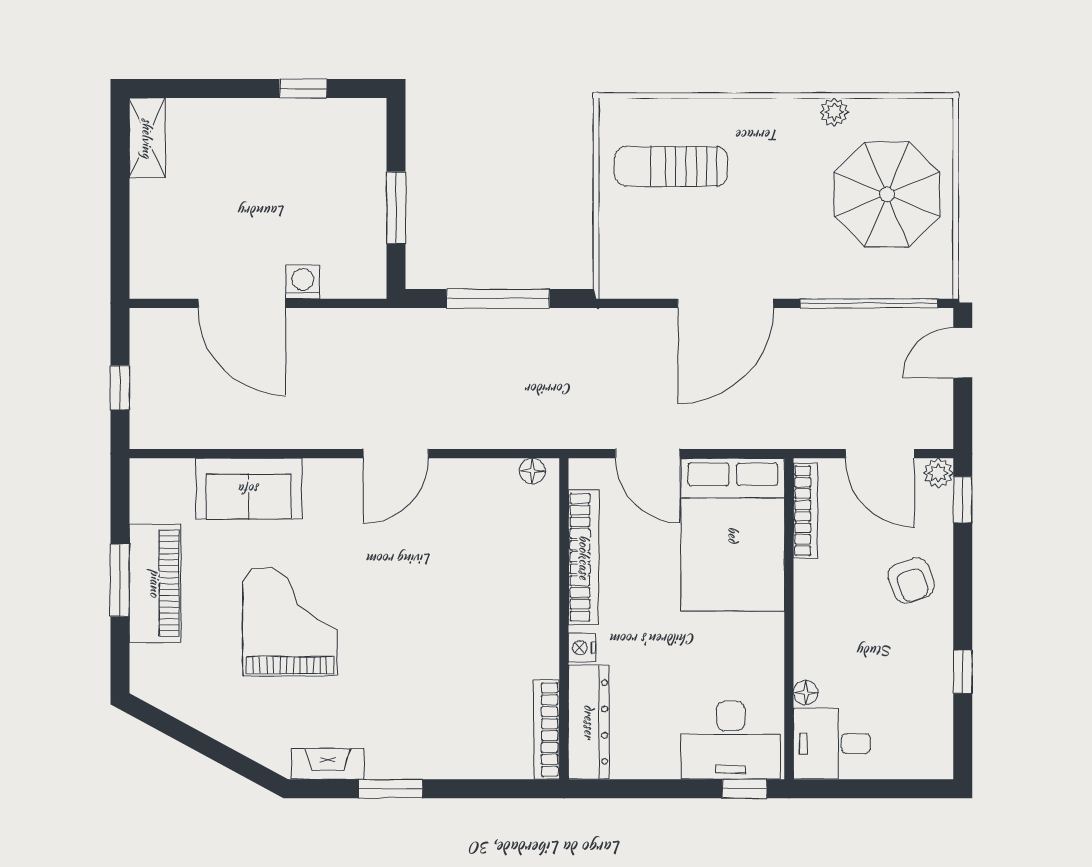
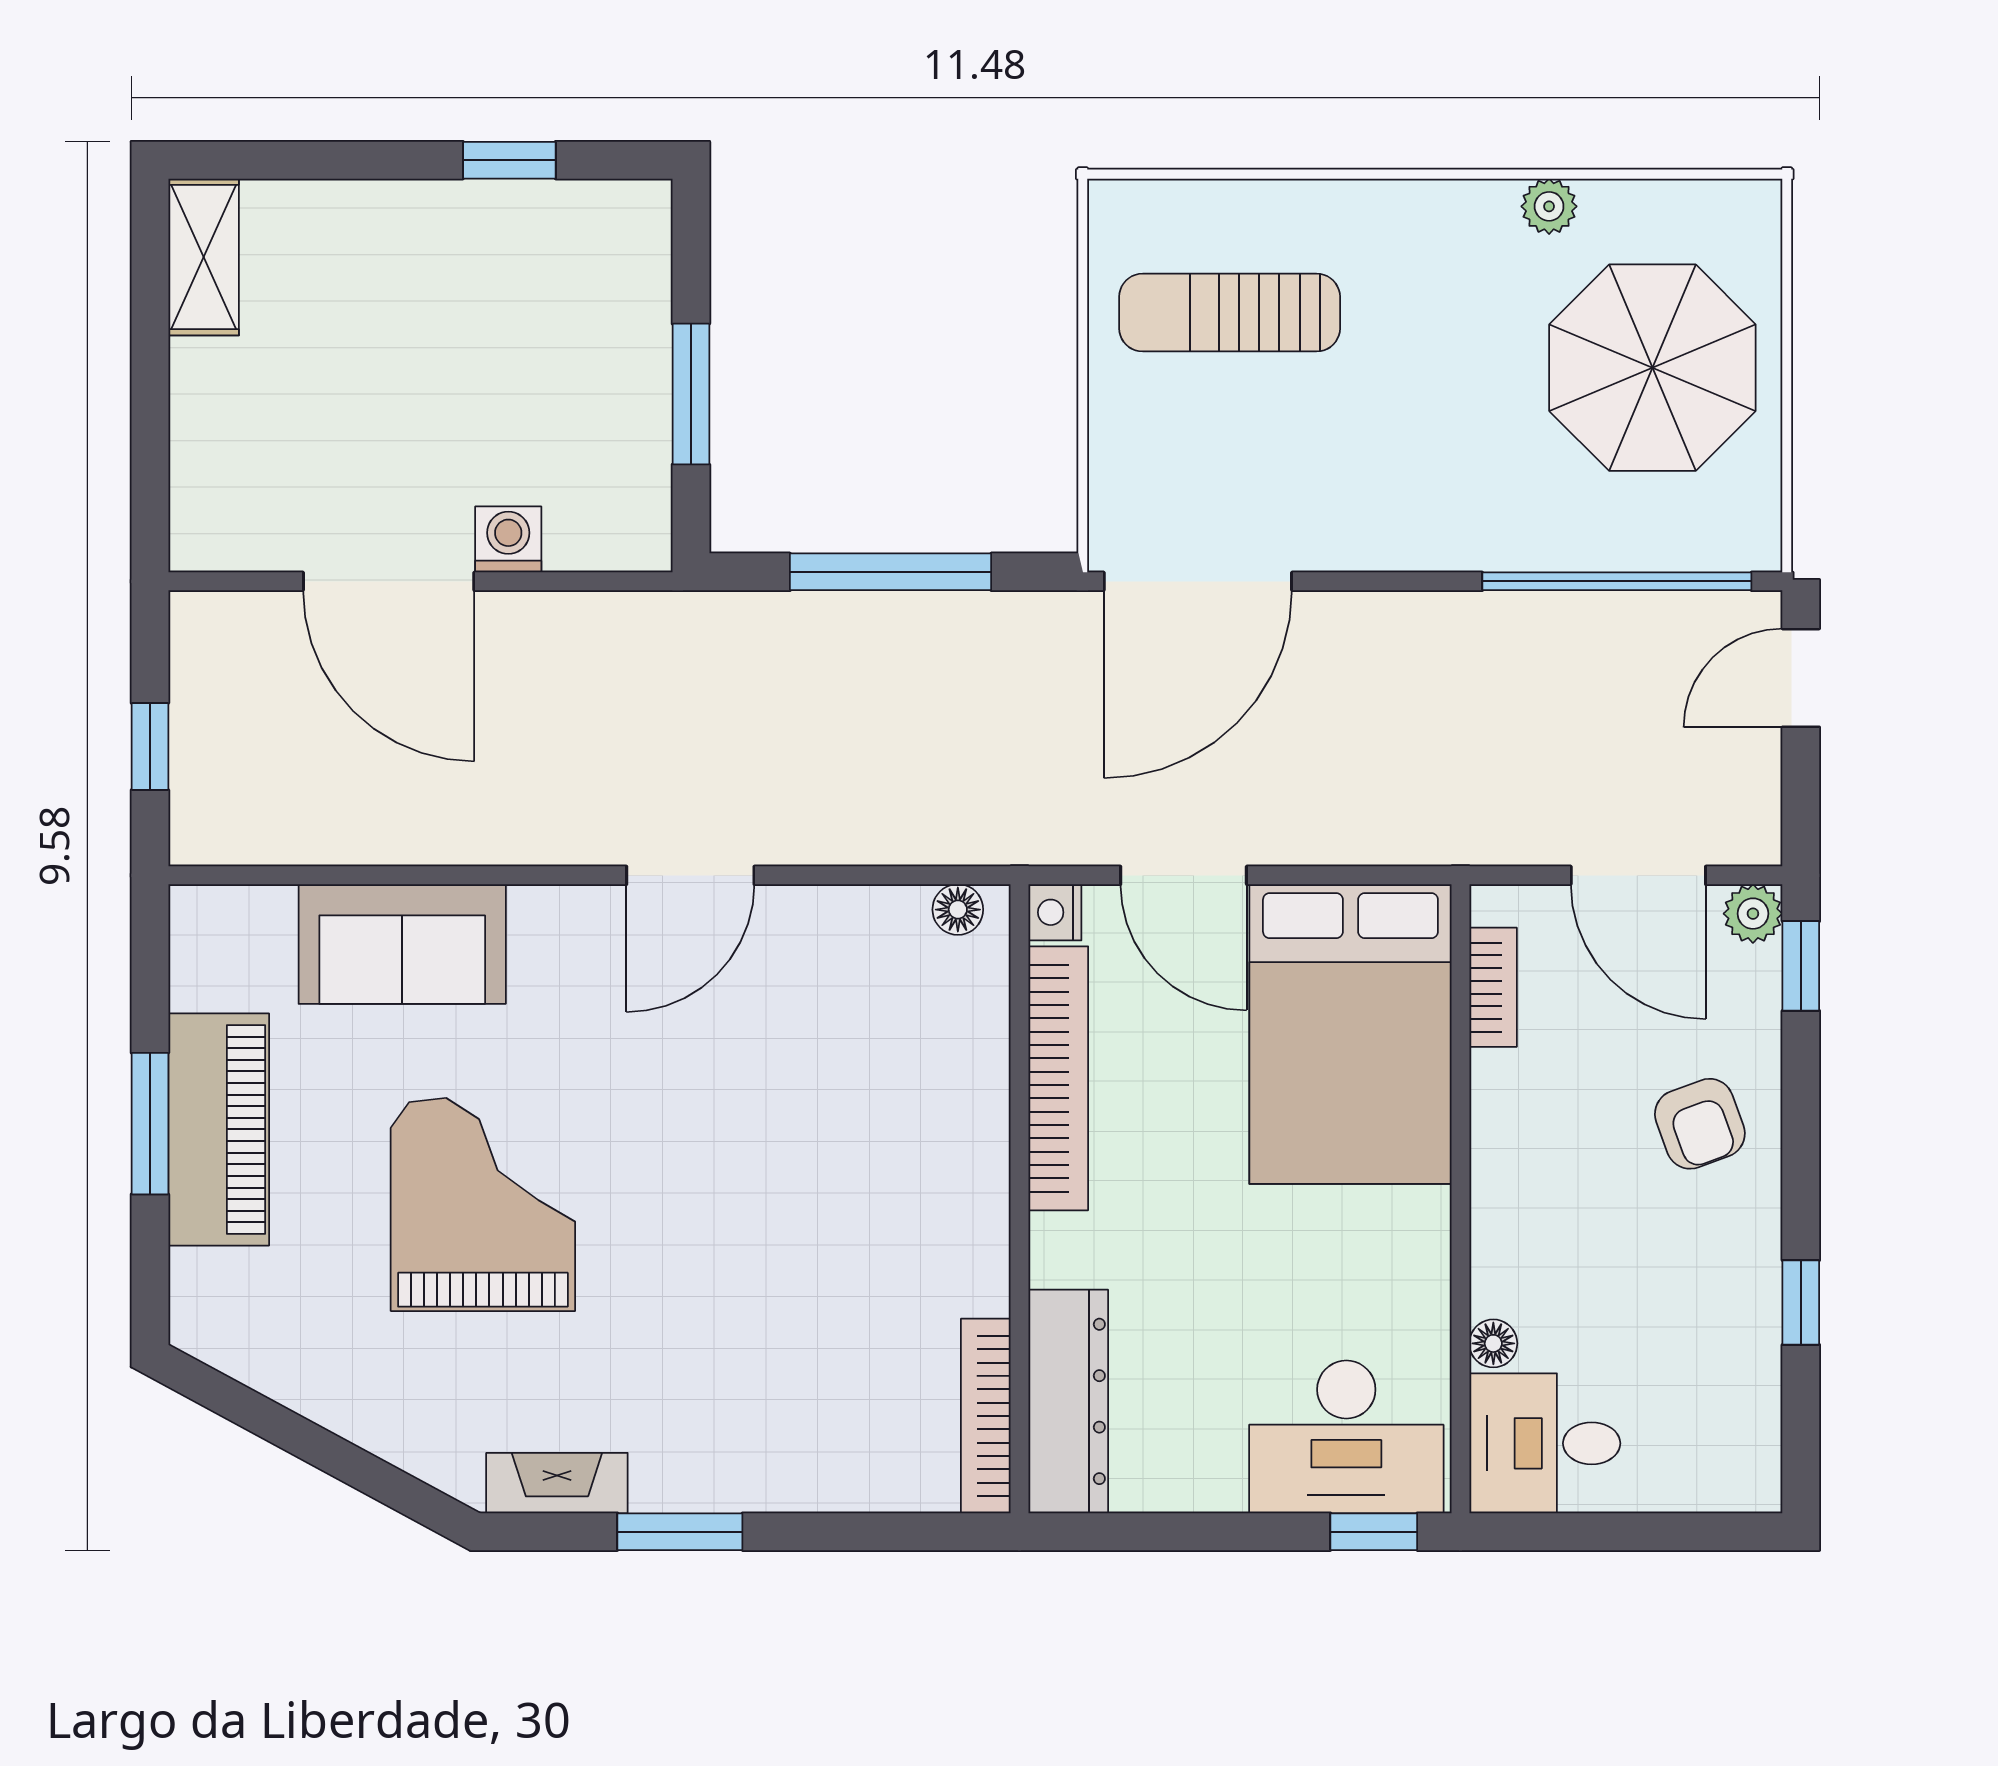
door: (726, 303) -> (1198, 581), moved
bookcase: (806, 511) -> (1493, 987), width x0.64
nightstand: (582, 648) -> (1055, 912), moved

